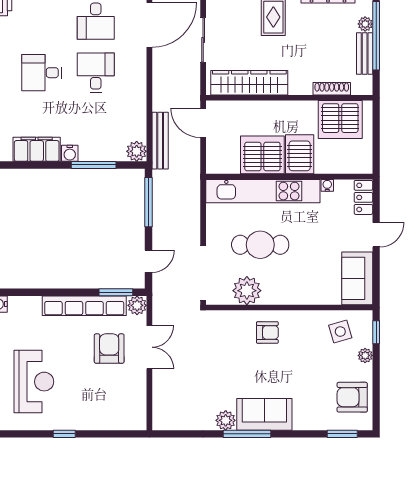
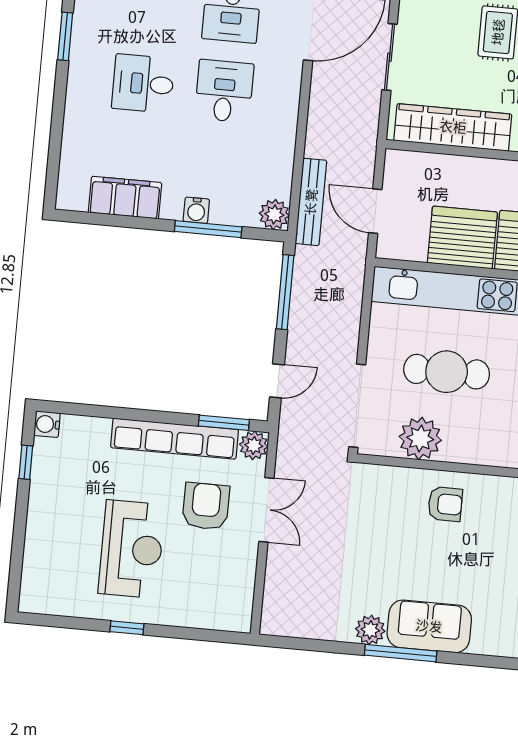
door: (203, 123) -> (375, 211), moved
water cooler: (70, 153) -> (196, 210), moved
reception desk: (34, 382) -> (132, 549), moved

